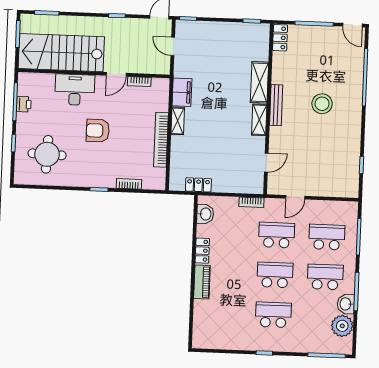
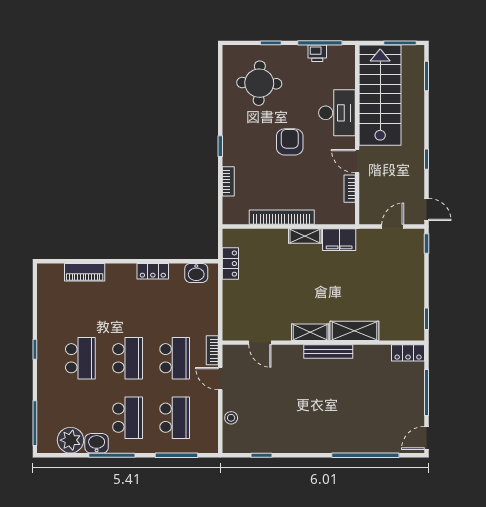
stool: (322, 104) -> (231, 418), moved, width x0.53, depth x0.53
bookcase: (251, 202) -> (212, 350), moved
piano: (202, 282) -> (85, 272), moved

